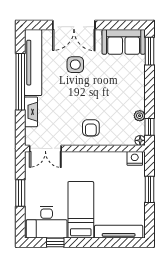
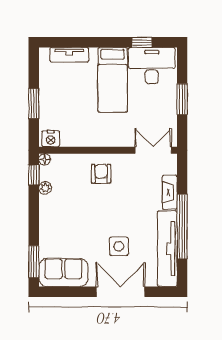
tv unit: (119, 232) -> (69, 55), width x0.71

